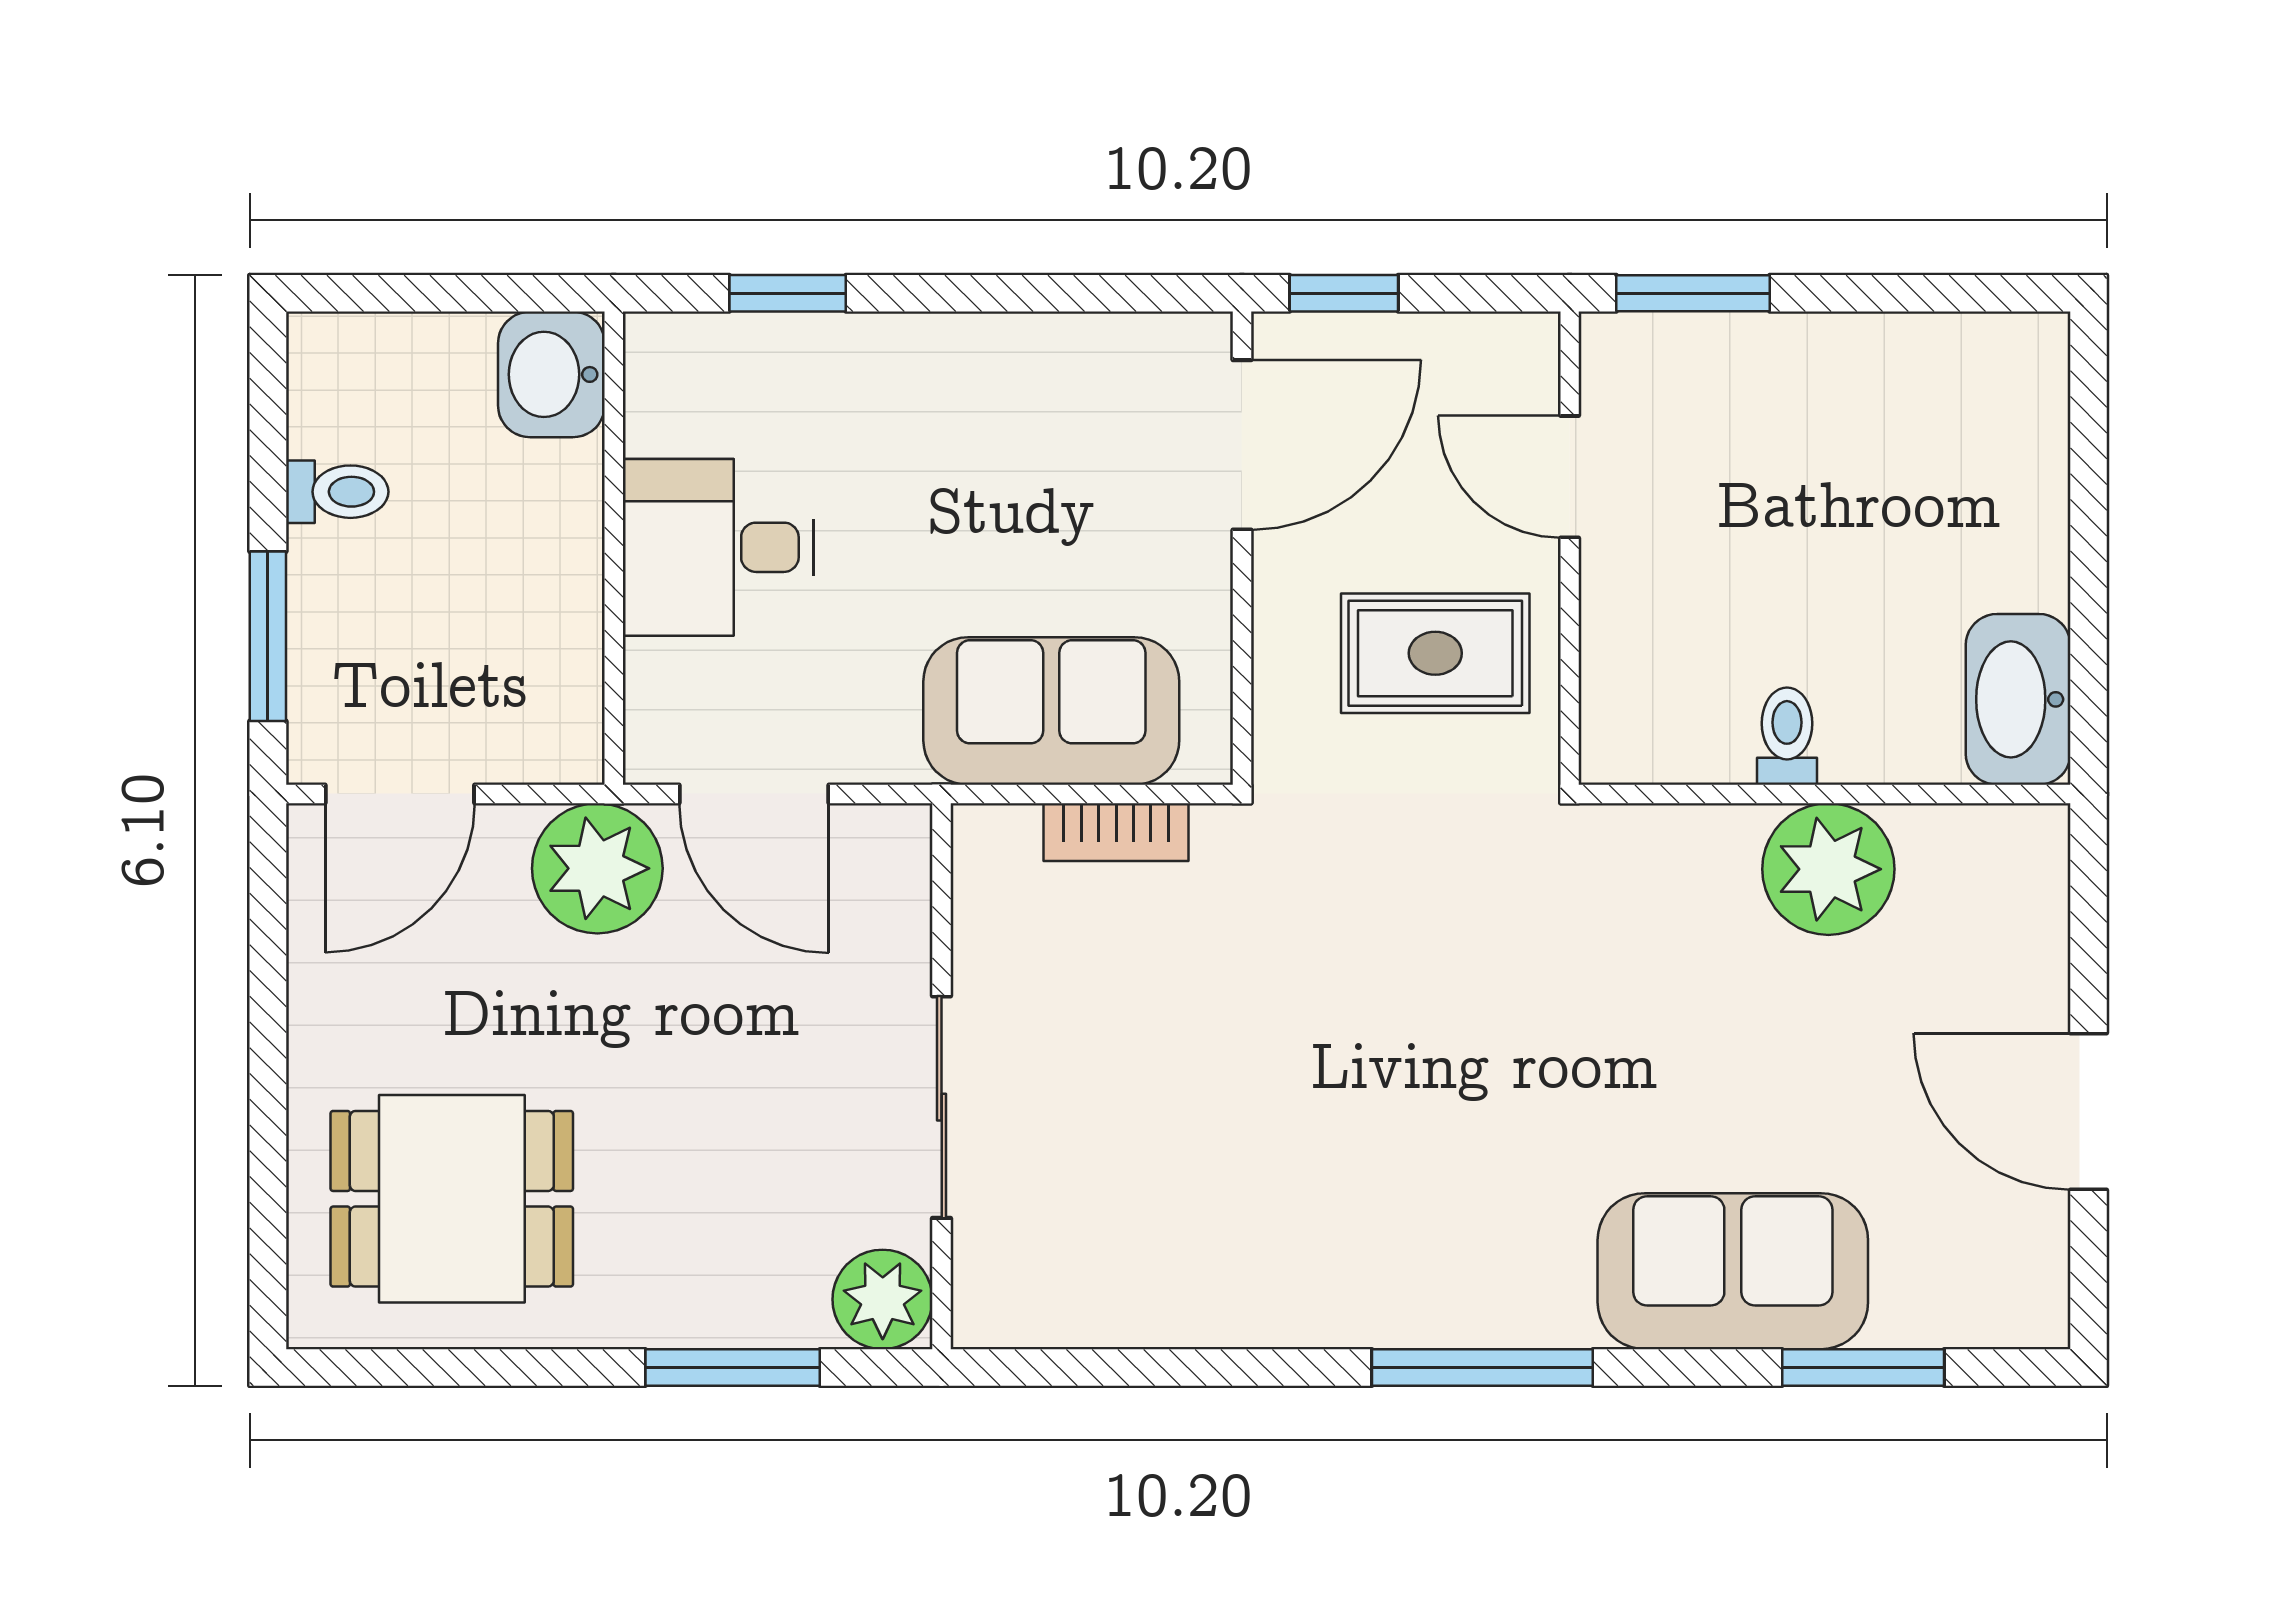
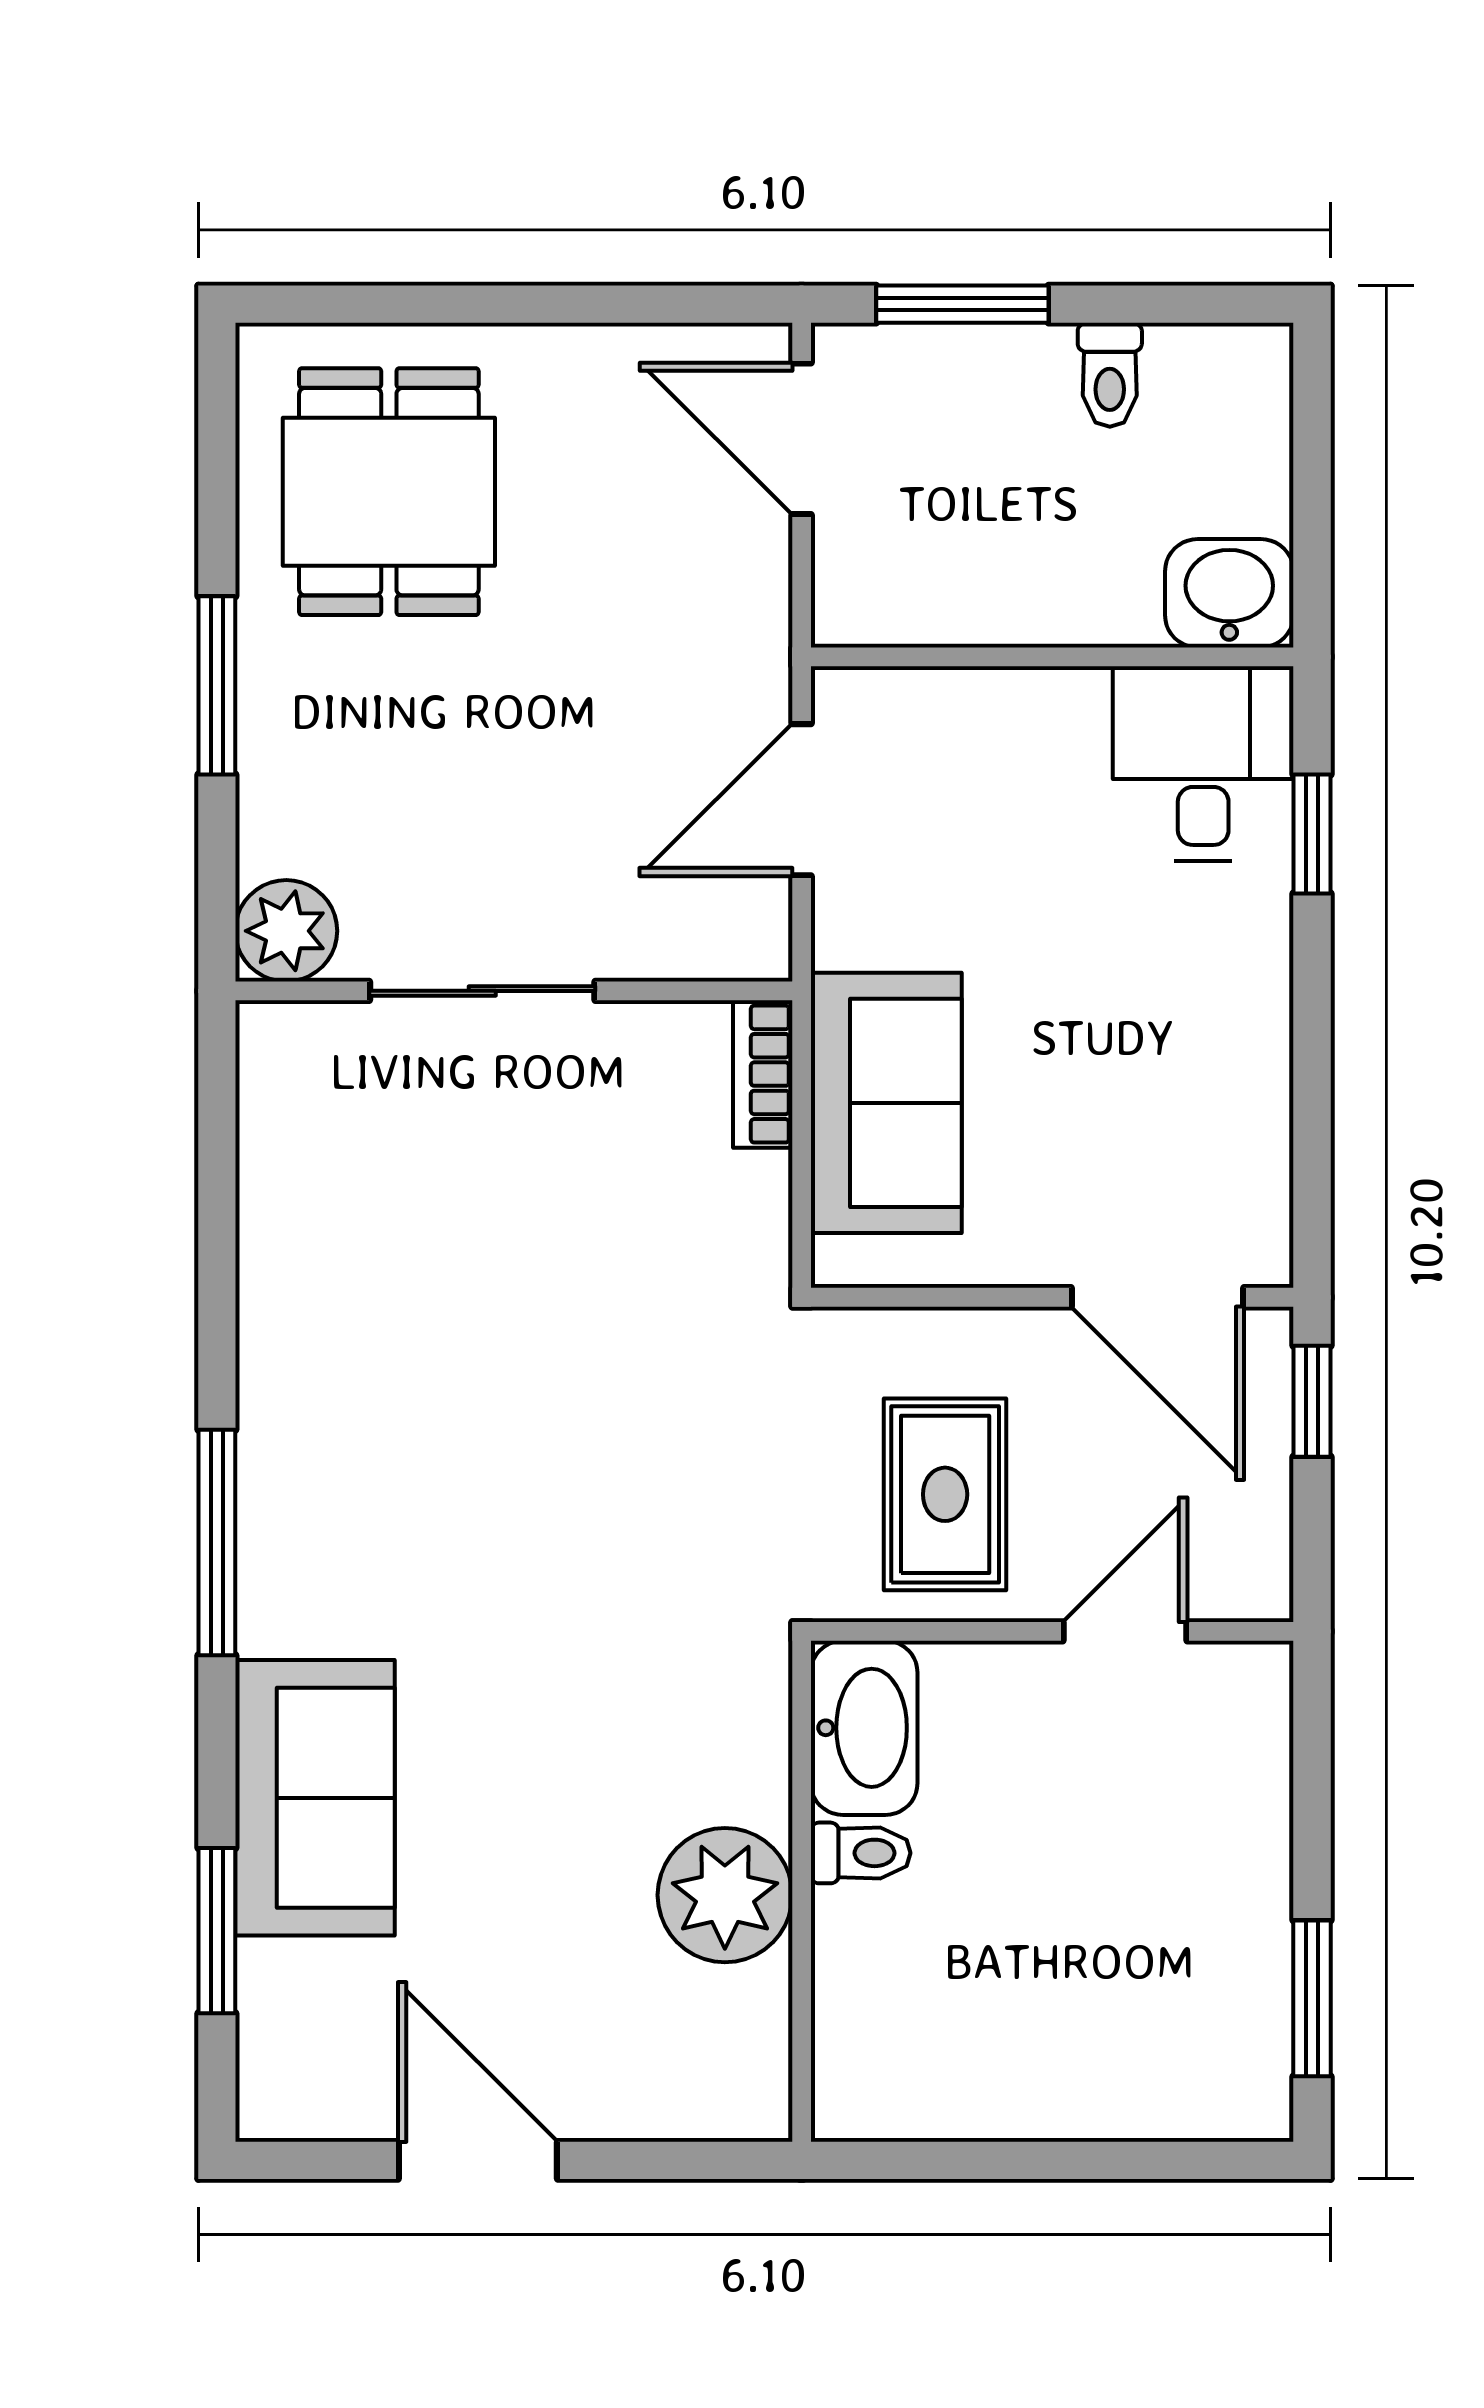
window: (1693, 293) -> (1312, 1998), moved
desk: (718, 547) -> (1203, 763), moved
washbasin: (2018, 699) -> (864, 1728), moved, turned 90
bookcase: (1116, 832) -> (763, 1074), moved
plant: (597, 868) -> (726, 640), removed
door: (2089, 1111) -> (478, 2160), hinge flipped
window: (733, 1367) -> (217, 685), moved

